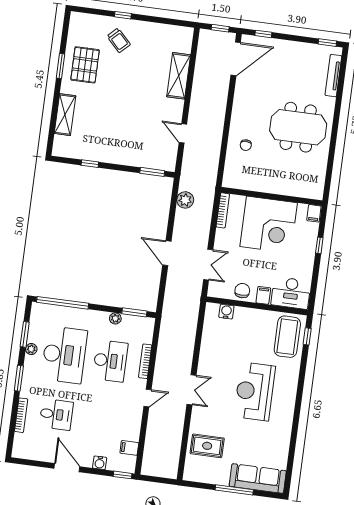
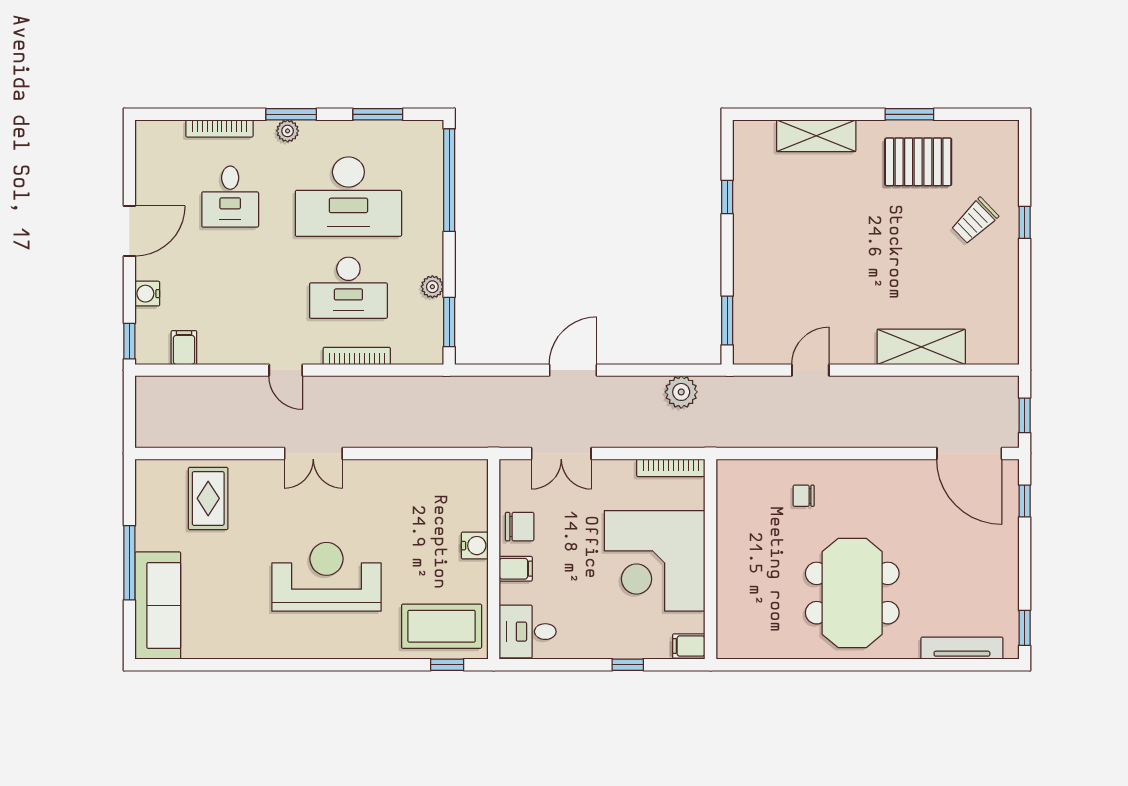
desk: (291, 293) -> (528, 632), width x0.73
water cooler: (226, 312) -> (475, 546), moved
plant: (31, 349) -> (288, 131), moved

